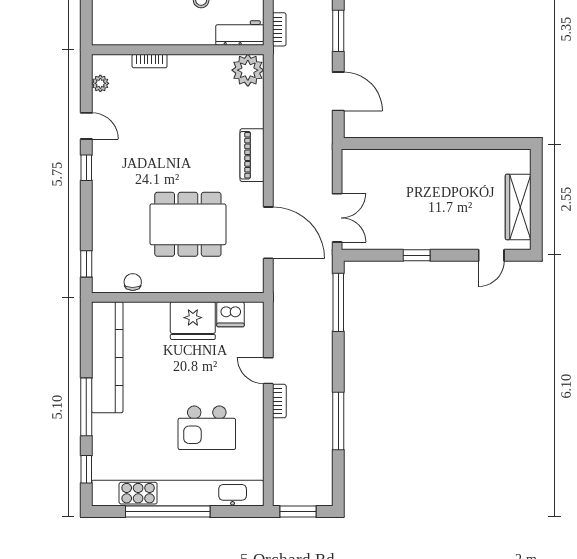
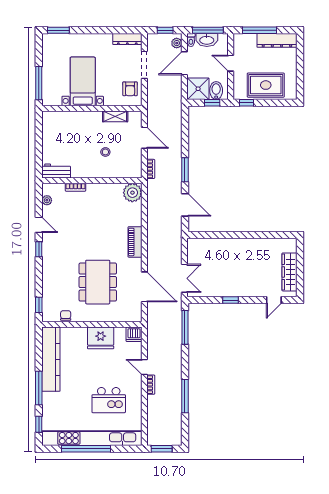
workbench: (240, 33) -> (56, 171), moved
dining table: (188, 224) -> (98, 282), turned 90
dishwasher: (230, 314) -> (134, 334), moved

